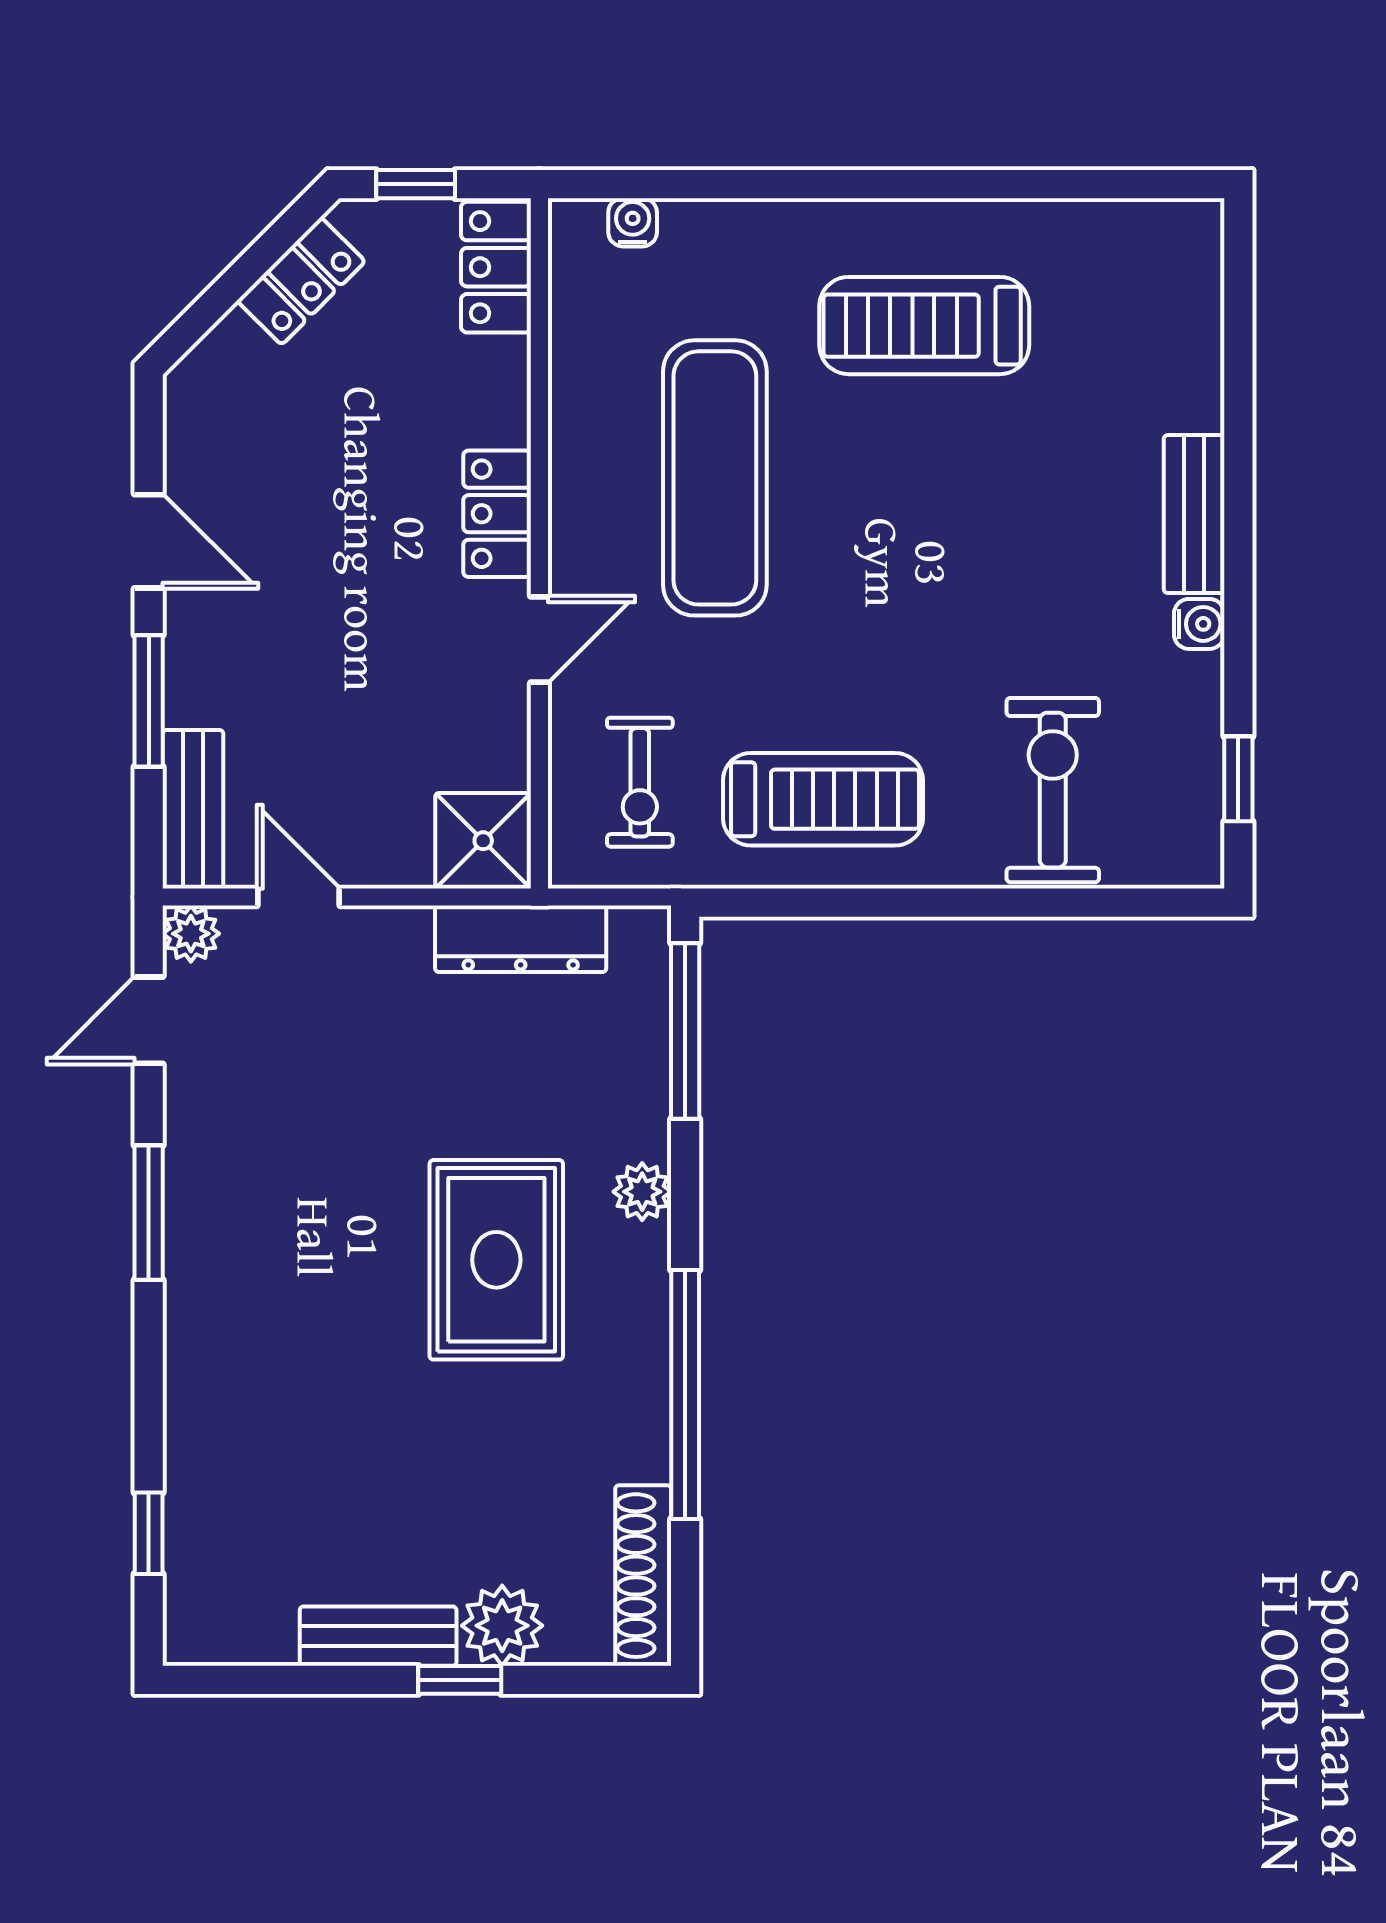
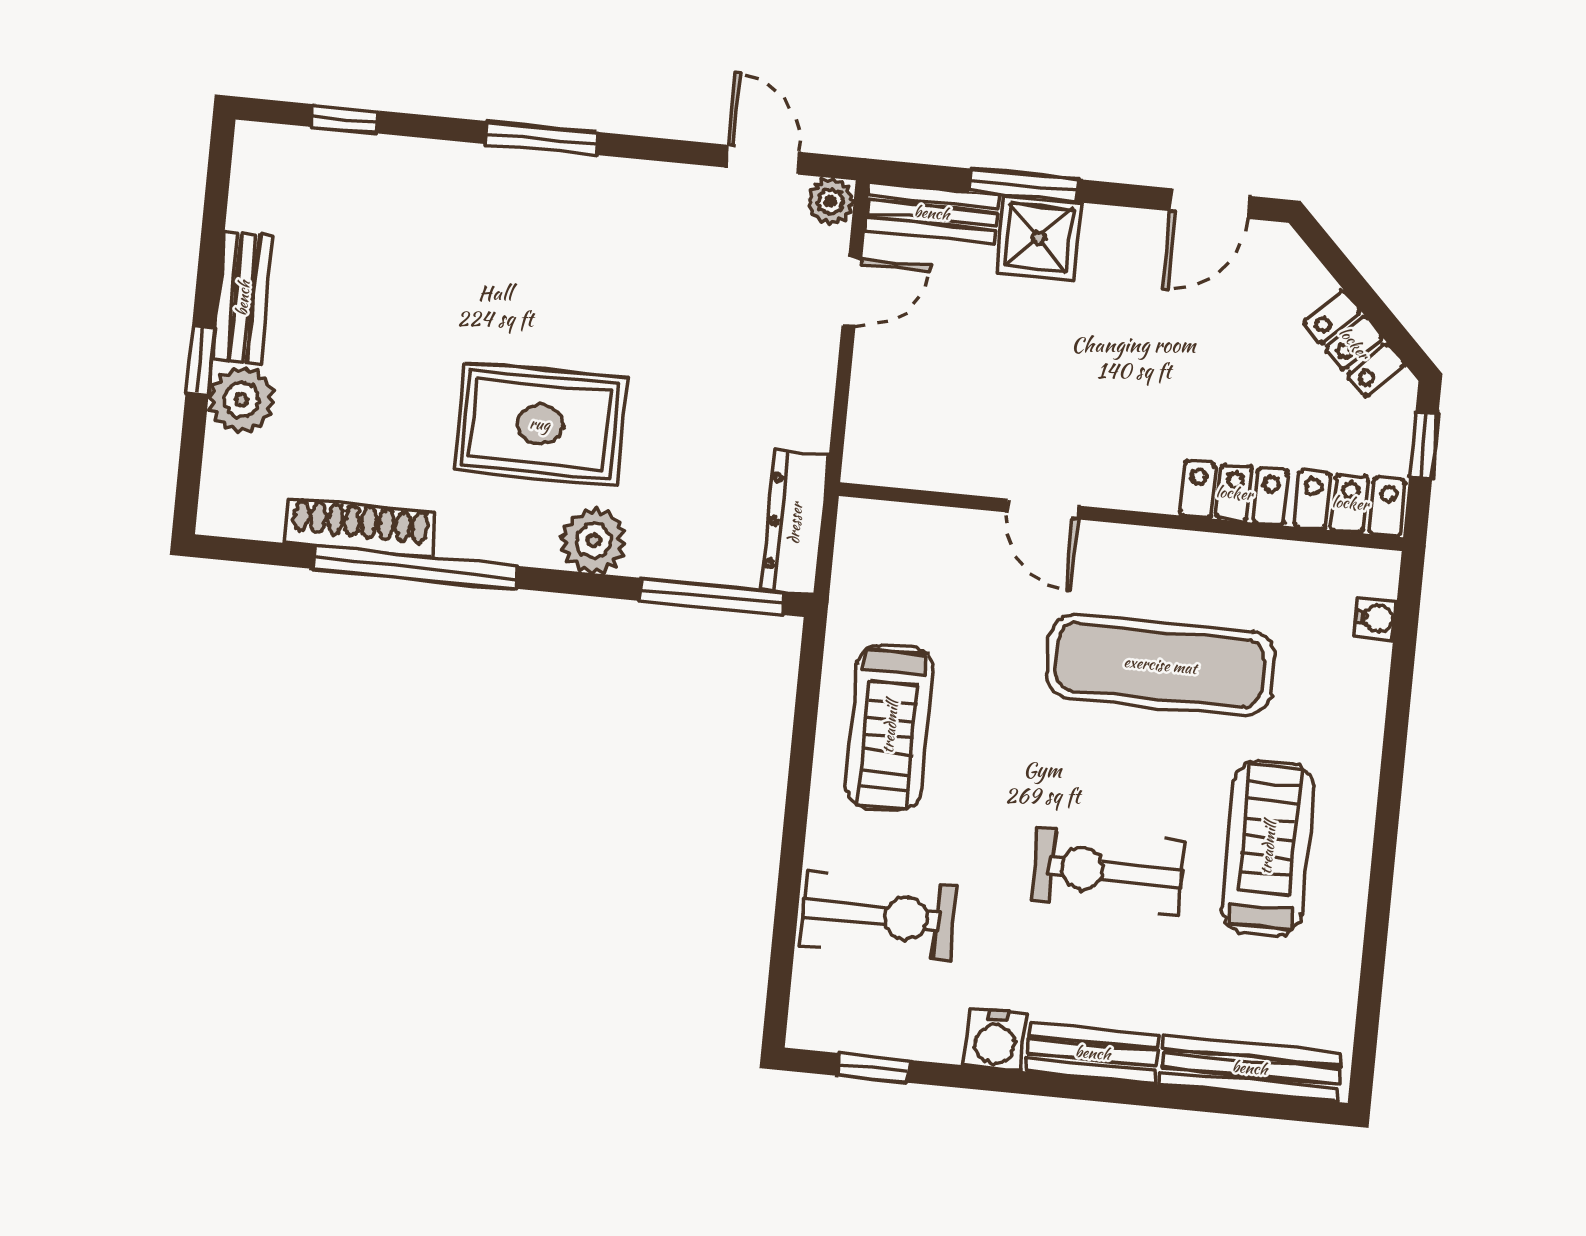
bench: (1194, 321) -> (1250, 1068), added
locker: (497, 514) -> (1234, 493), moved
door: (149, 541) -> (1210, 204), moved
water cooler: (1199, 624) -> (995, 1040), width x1.38, depth x1.38
exercise bike: (640, 782) -> (1108, 871), moved, width x1.38, depth x1.39
shower: (483, 841) -> (1039, 238), moved
dresser: (521, 939) -> (795, 523), moved
plant: (642, 1192) -> (594, 541), width x1.38, depth x1.38
window: (149, 1213) -> (541, 138), moved
shoe rack: (643, 1576) -> (360, 527), moved

